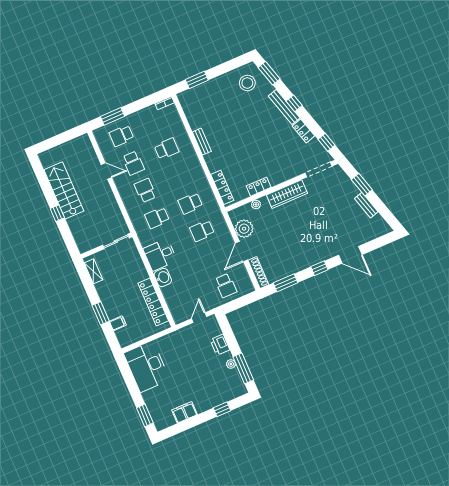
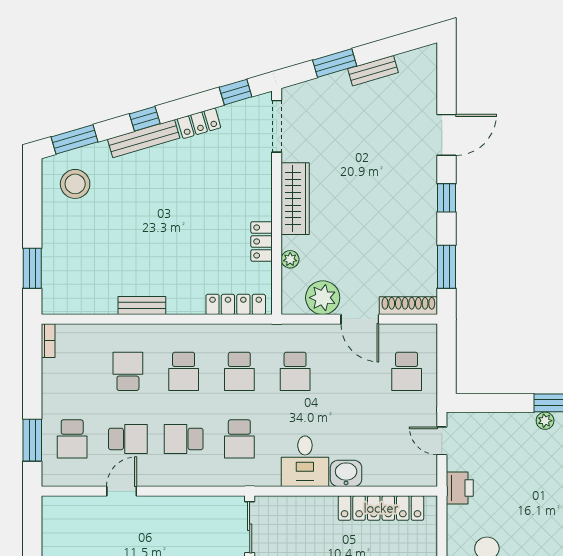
school desk: (178, 176) -> (184, 371), added
school desk: (226, 285) -> (407, 371), turned 90
printer: (220, 345) -> (460, 488), moved, turned -90

